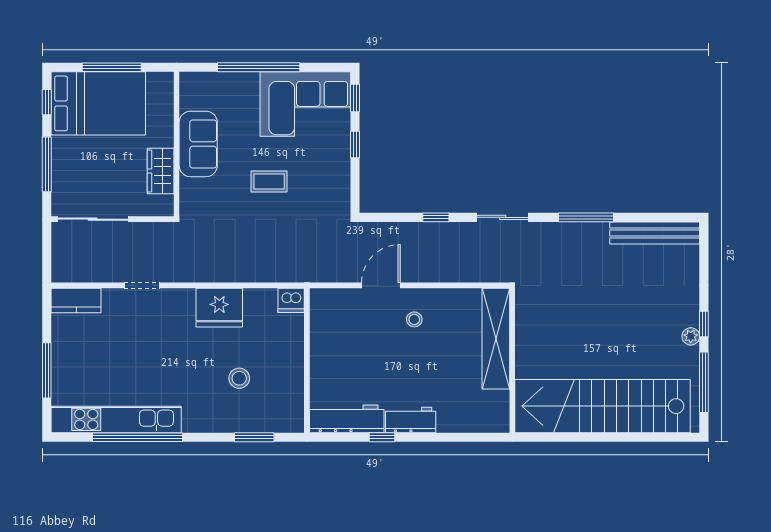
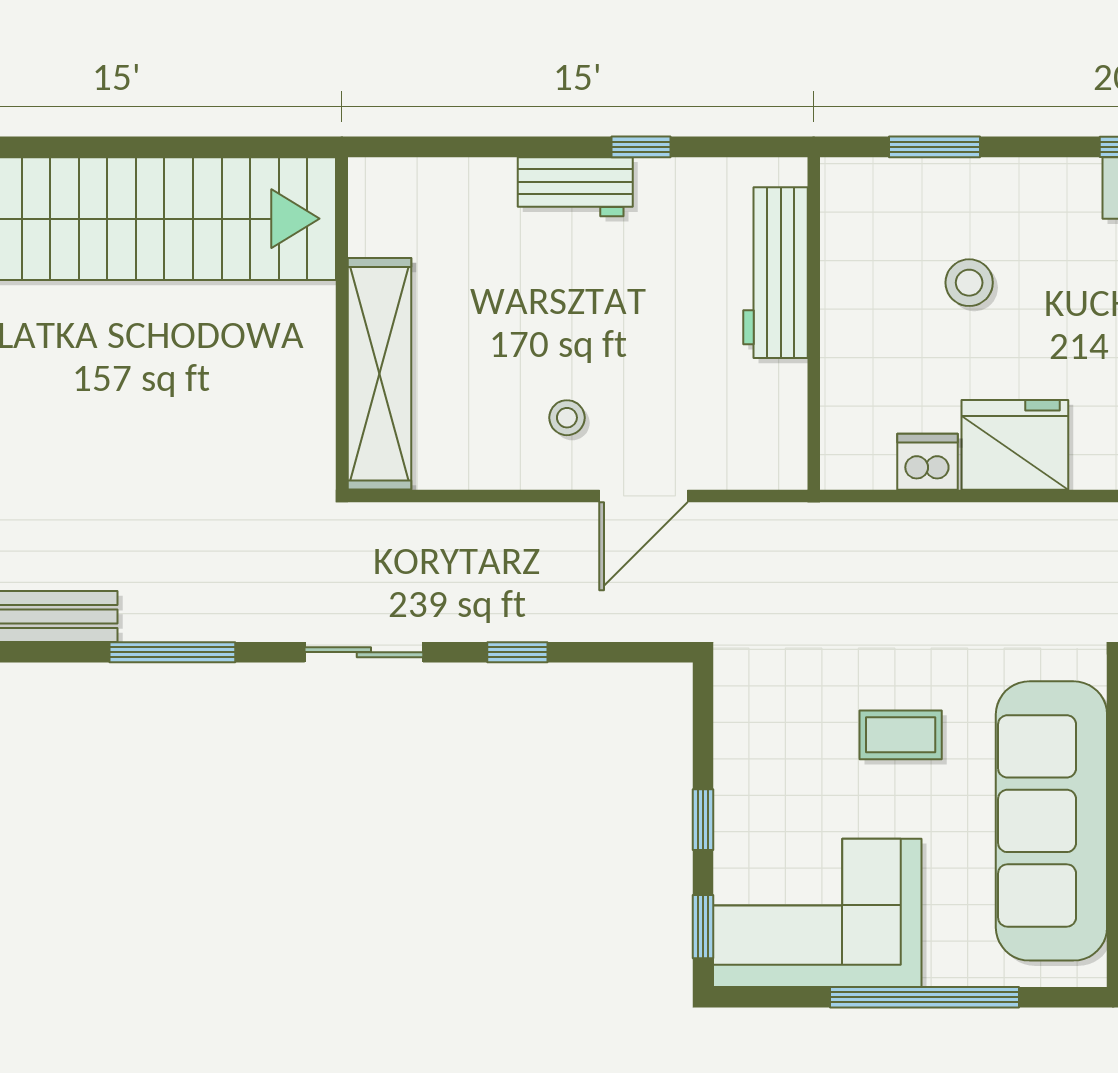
sofa: (198, 144) -> (1051, 821), width x1.85, depth x1.27
dishwasher: (291, 300) -> (928, 462), moved
workbench: (347, 419) -> (775, 273), moved, turned 90

